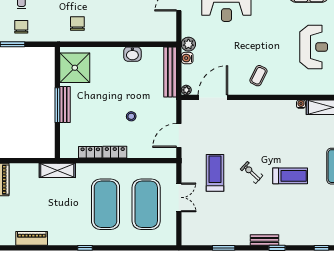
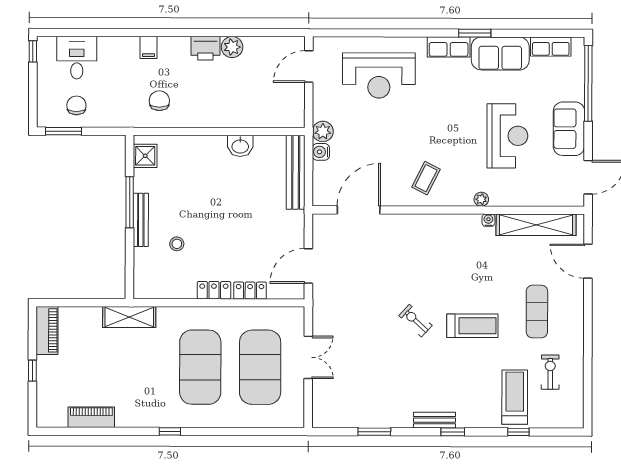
shower: (75, 68) -> (145, 156), width x0.54, depth x0.54
plant: (186, 90) -> (481, 199), moved
window: (57, 105) -> (130, 202), moved
stool: (131, 116) -> (177, 244), moved
locker: (90, 152) -> (250, 291), moved
treadmill: (215, 173) -> (515, 397), moved

